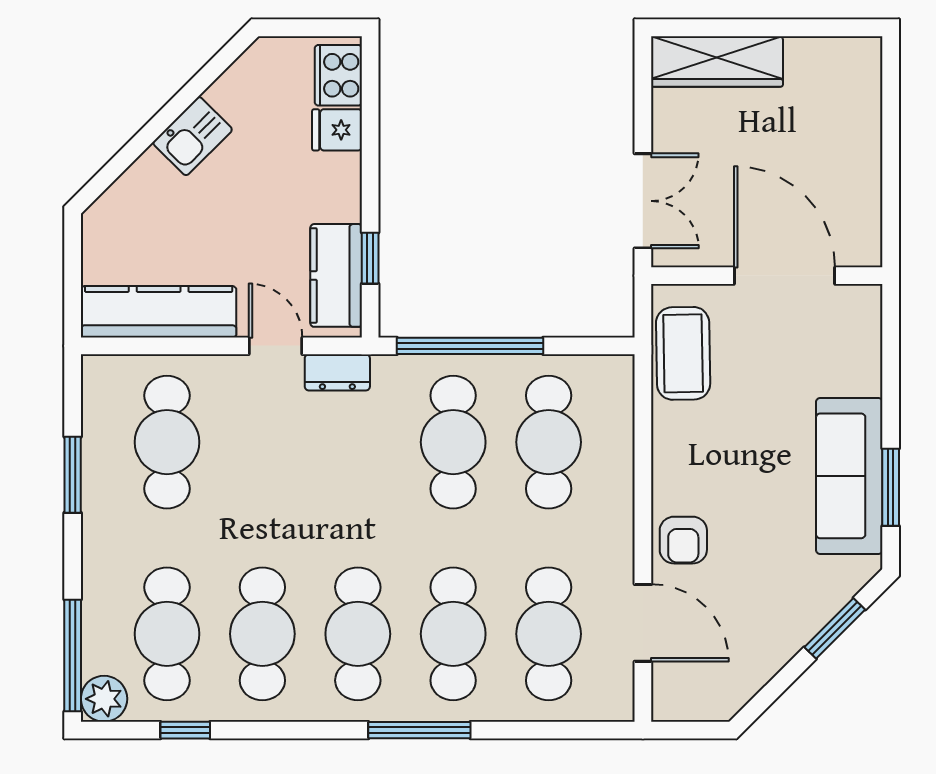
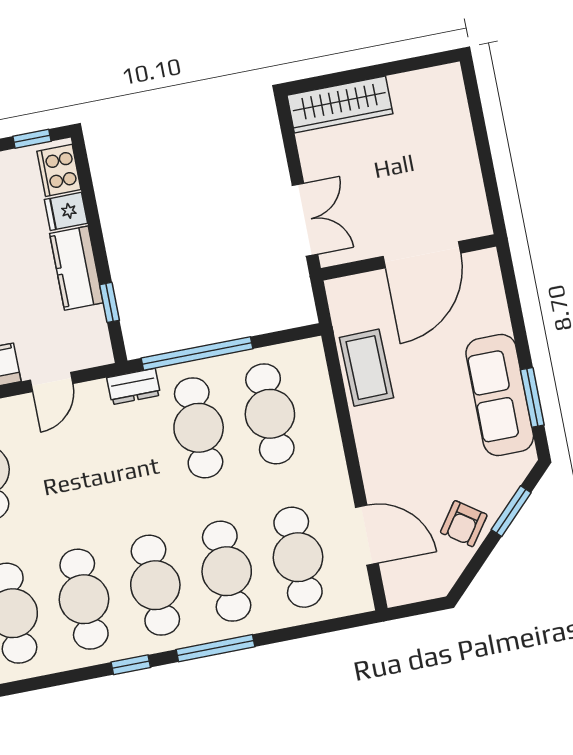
window: (312, 28) -> (32, 139), added
kitchen counter: (336, 275) -> (76, 268), moved
door: (784, 276) -> (422, 255), swing flipped
door: (276, 346) -> (52, 382), swing flipped
coffee table: (683, 353) -> (367, 368), moved
dresser: (337, 372) -> (134, 386), moved
armchair: (683, 540) -> (464, 524), moved, turned 35
window: (185, 730) -> (131, 665), moved

